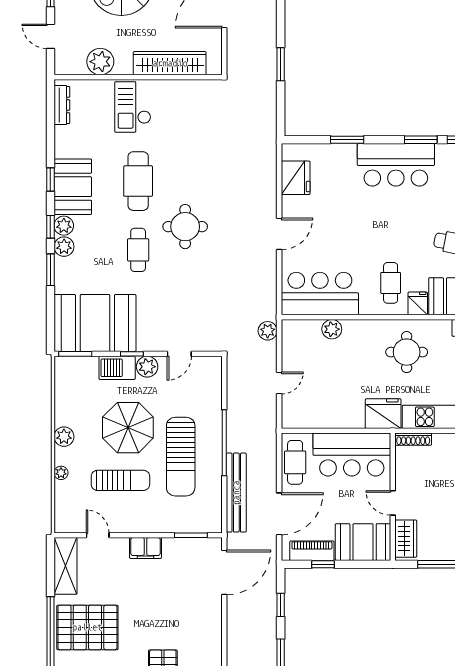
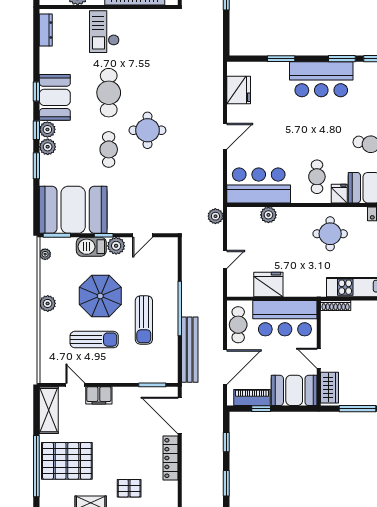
fridge: (383, 414) -> (268, 285), moved
sun lounger: (181, 457) -> (144, 320), width x0.73, depth x0.75
plant: (61, 473) -> (45, 254), moved
filing cabinet: (146, 548) -> (99, 395), moved
door: (224, 572) -> (180, 415), swing flipped
locker: (213, 624) -> (171, 458), added

